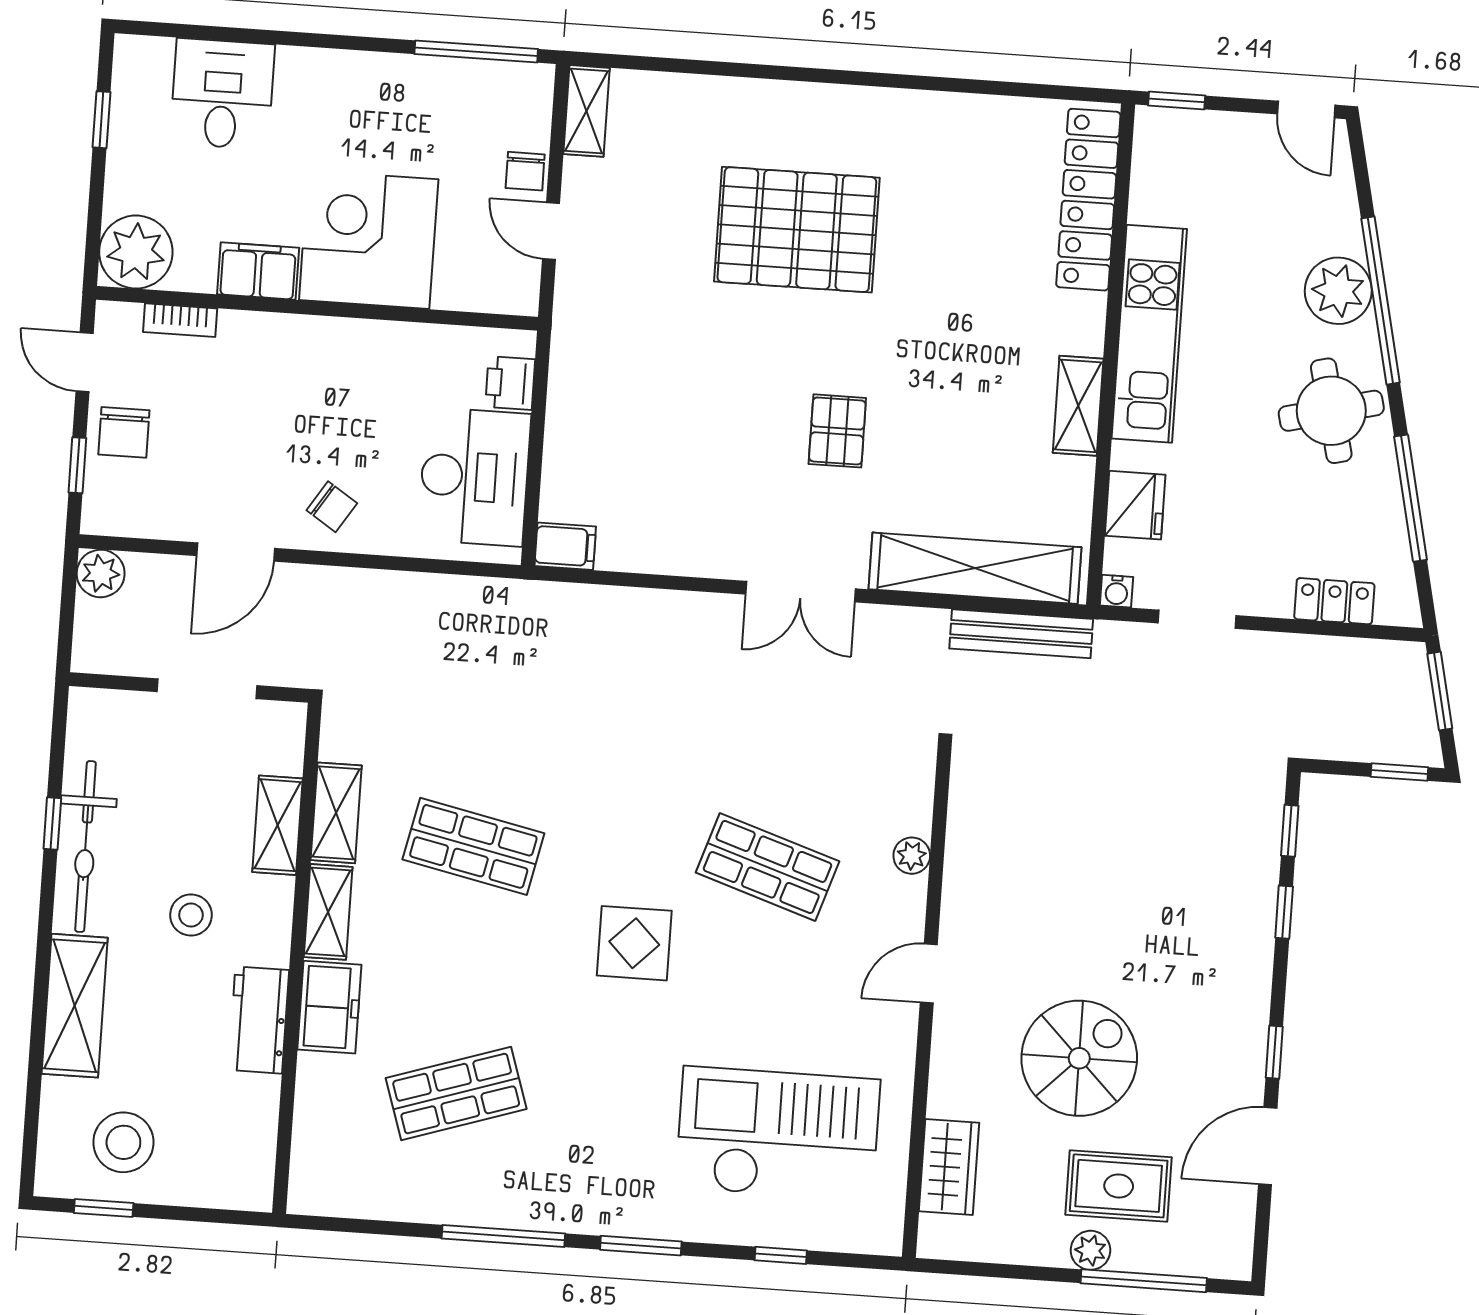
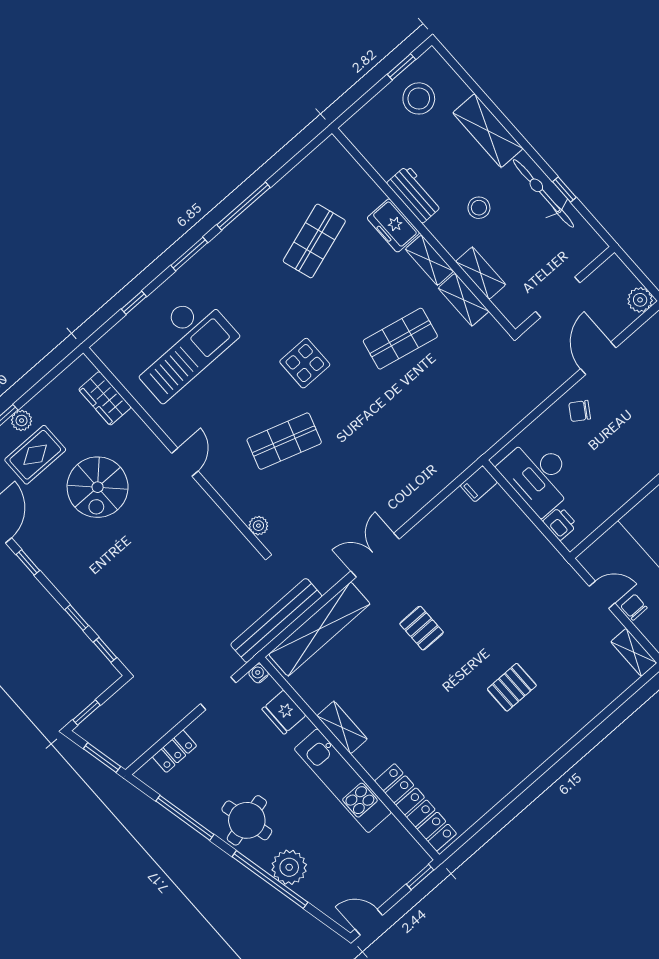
pallet: (797, 230) -> (512, 687), width x0.49, depth x0.50
bench: (1021, 634) -> (276, 620), width x1.37, depth x1.21
plant: (912, 856) -> (258, 526), moved

